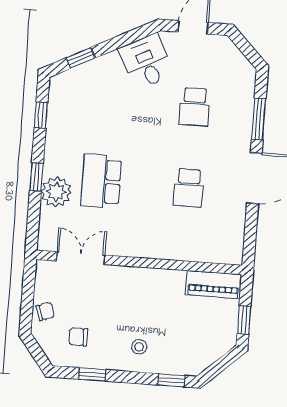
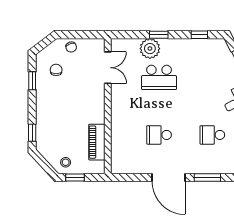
school desk: (101, 181) -> (159, 77), turned 180
piano: (214, 284) -> (97, 142), moved
stool: (139, 347) -> (66, 162), moved

